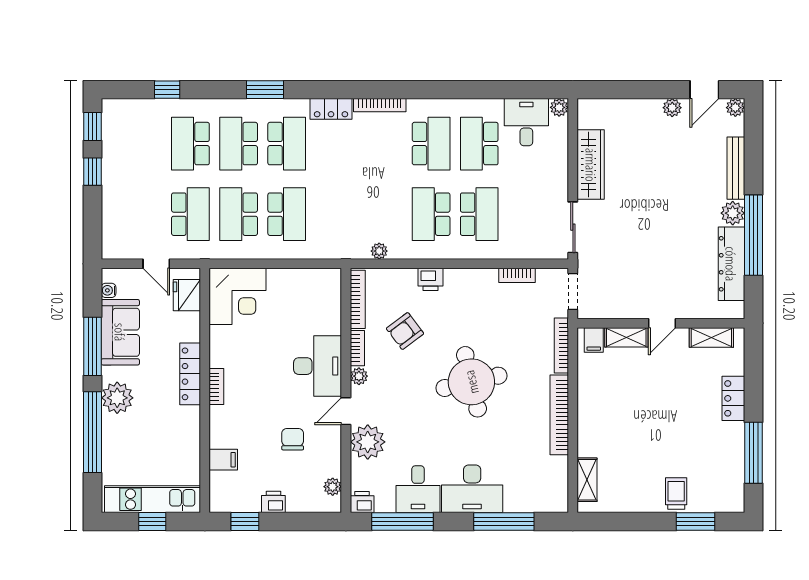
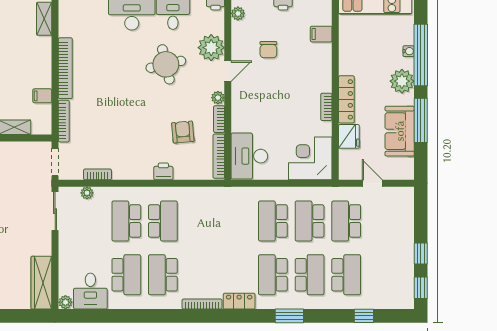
wardrobe: (591, 165) -> (41, 283), moved
school desk: (239, 214) -> (310, 221), turned 180
plant: (379, 251) -> (87, 193), moved
water cooler: (109, 290) -> (409, 51), moved
fridge: (187, 295) -> (349, 136), moved
armchair: (405, 331) -> (183, 132), turned -58
filing cabinet: (594, 340) -> (42, 96), moved, turned -90
desk: (318, 366) -> (249, 156), moved
round table: (471, 382) -> (166, 64), moved, width x0.73, depth x0.73
bookcase: (216, 387) -> (326, 107), moved

